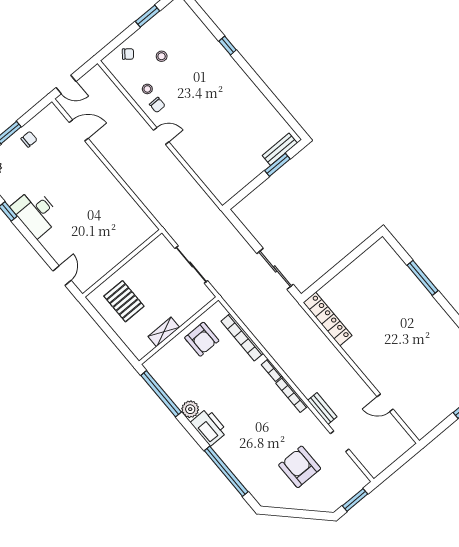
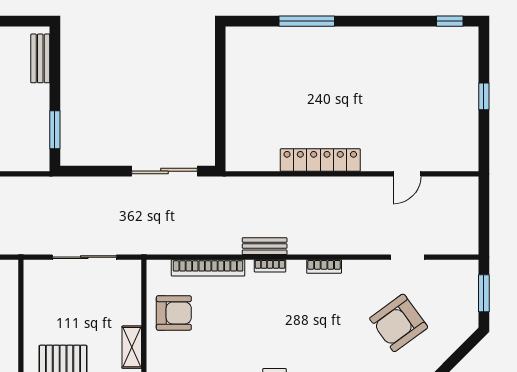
window: (277, 165) -> (55, 130), moved
locker: (328, 319) -> (320, 160), moved
bookcase: (292, 395) -> (324, 267), width x0.64
bench: (322, 409) -> (265, 246), moved
armchair: (300, 467) -> (399, 323), turned -36

